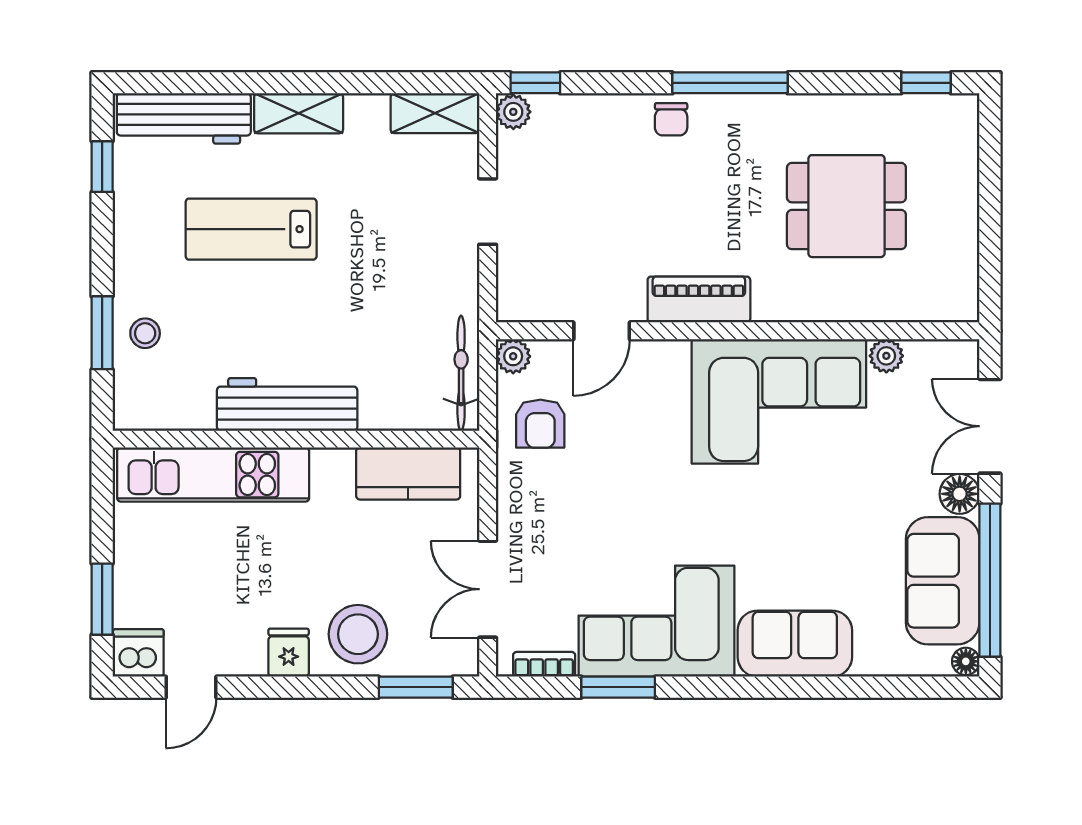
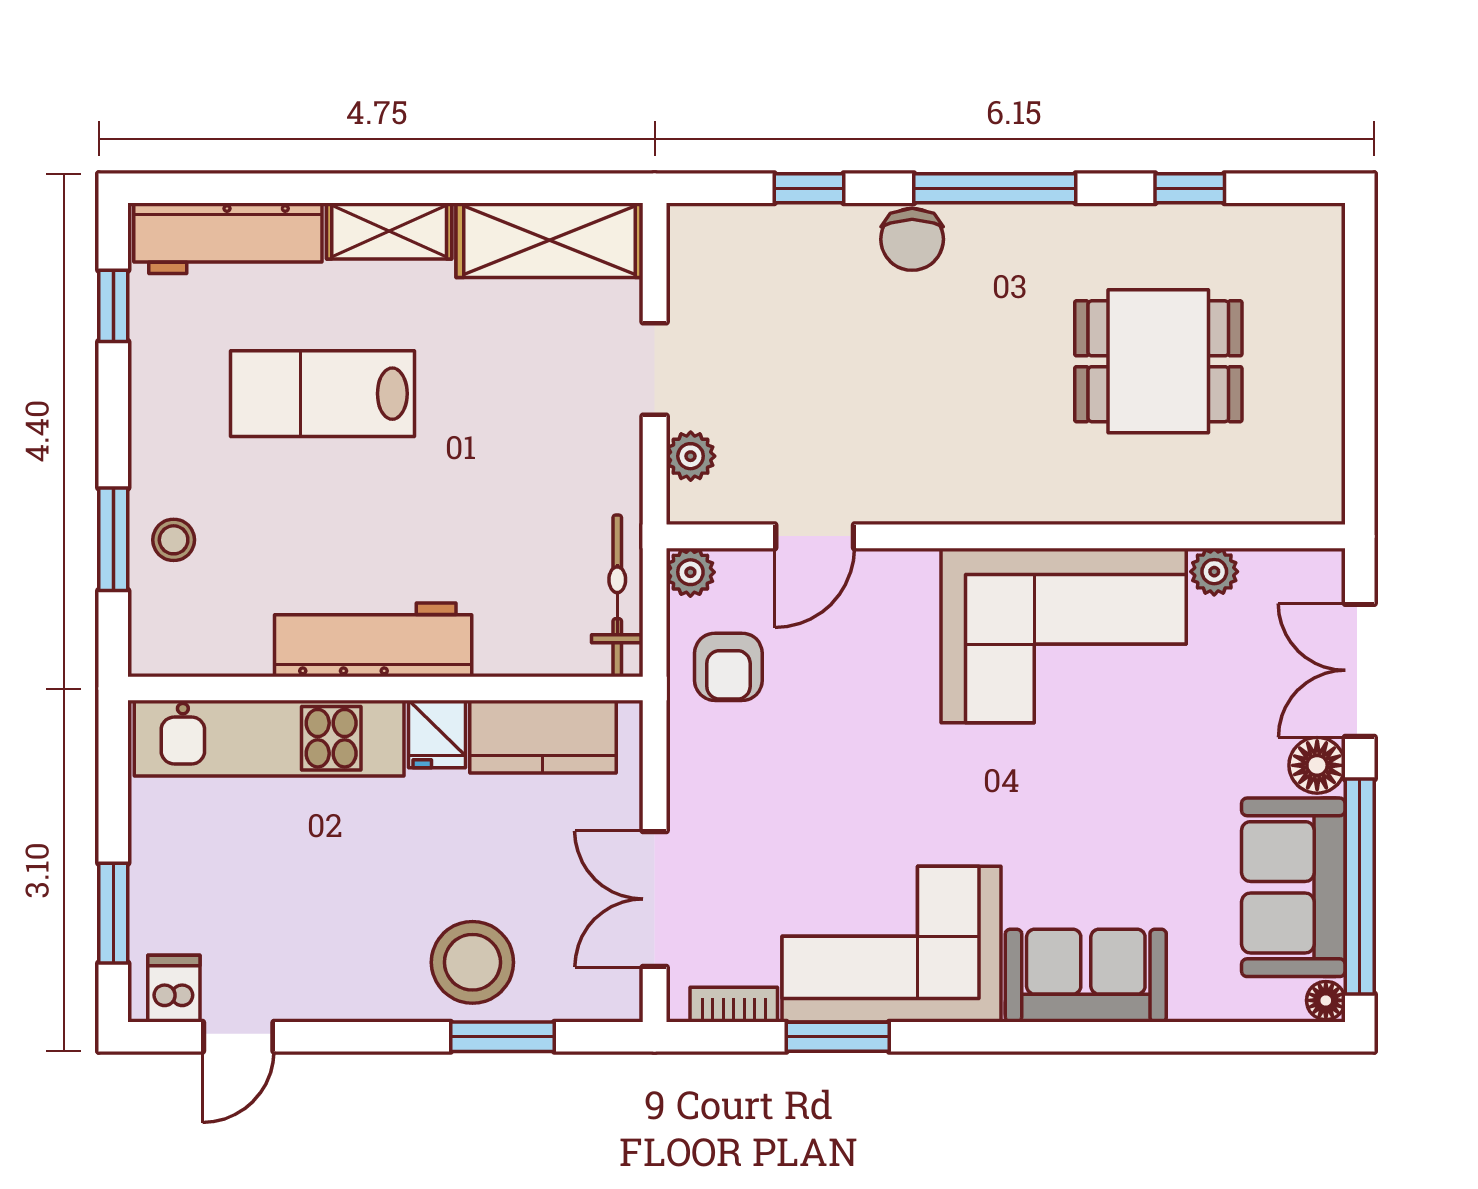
window: (535, 83) -> (809, 188), moved
window: (926, 83) -> (1190, 188), moved
plant: (513, 112) -> (691, 456), moved
shelving: (435, 113) -> (550, 240), width x1.50, depth x1.33
chair: (671, 119) -> (912, 239), width x1.37, depth x1.37
piano: (699, 299) -> (951, 492), removed
dishwasher: (138, 653) -> (174, 989), width x0.73
fridge: (289, 653) -> (437, 734), moved, turned 180
window: (416, 687) -> (503, 1037), moved

